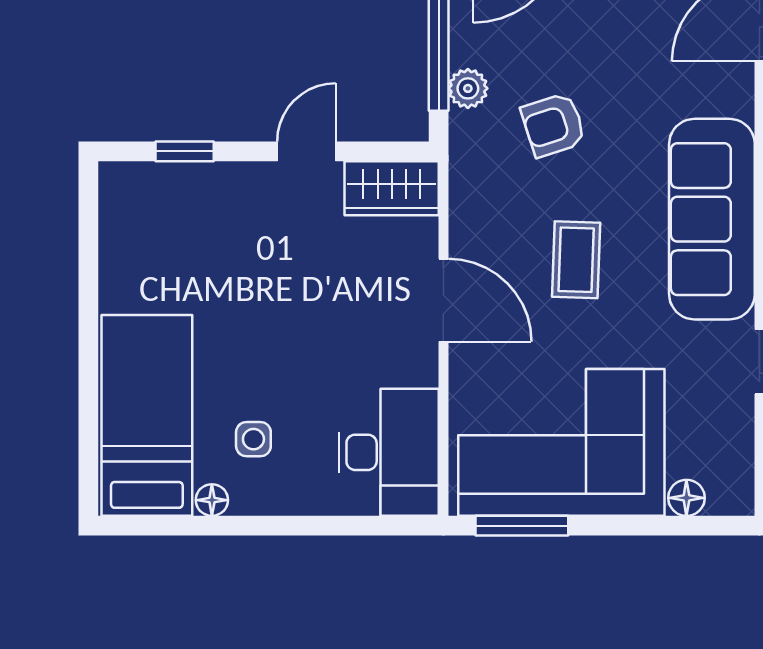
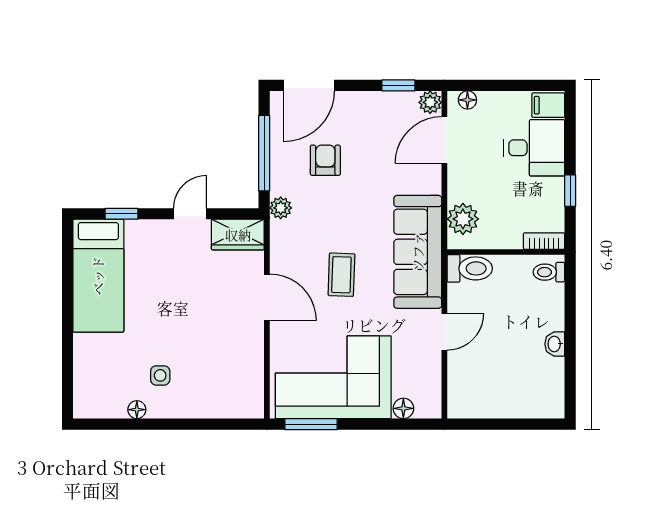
plant: (468, 88) -> (281, 208), moved
armchair: (553, 125) -> (325, 160), moved, turned 108
bed: (147, 415) -> (98, 276), moved, turned 180
desk: (389, 452) -> (236, 383), removed

